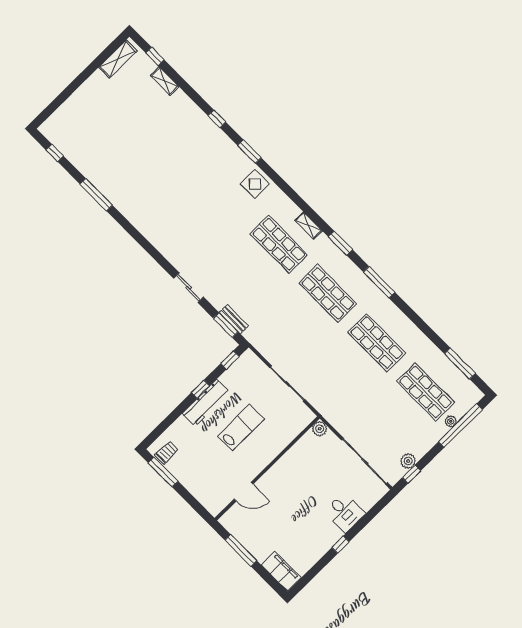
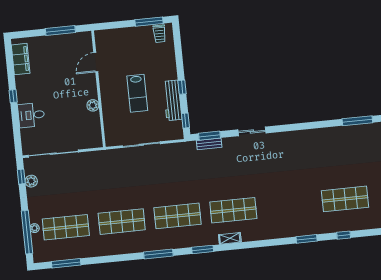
shop shelf: (181, 146) -> (345, 199), added
display table: (255, 184) -> (283, 226), removed
workbench: (206, 403) -> (172, 100), moved
plant: (320, 429) -> (93, 105), moved
filing cabinet: (281, 571) -> (21, 59), moved, turned -90

